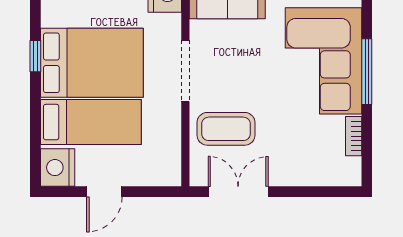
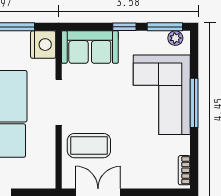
bookcase: (354, 136) -> (184, 170), moved

